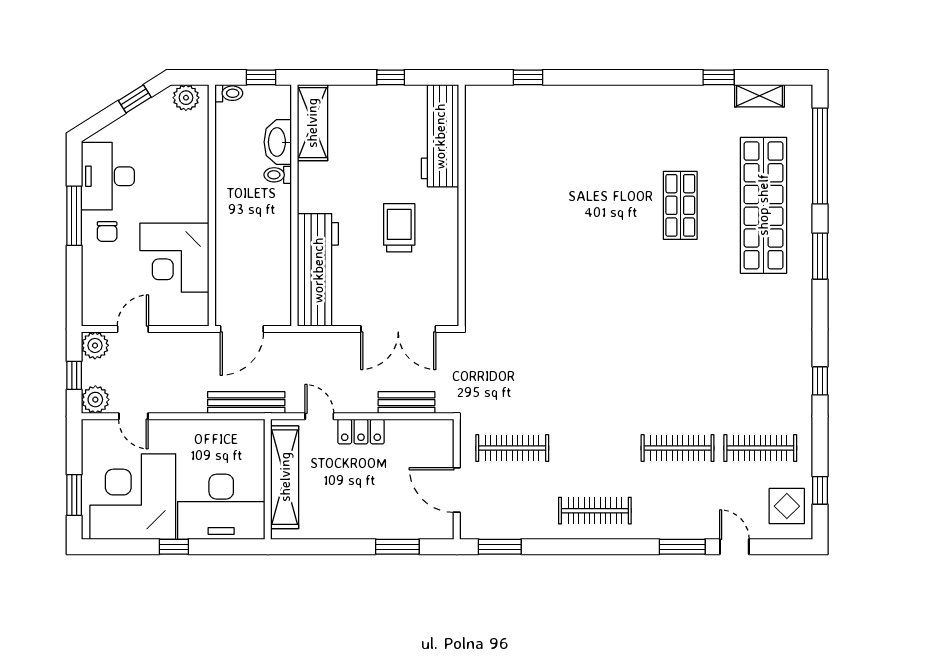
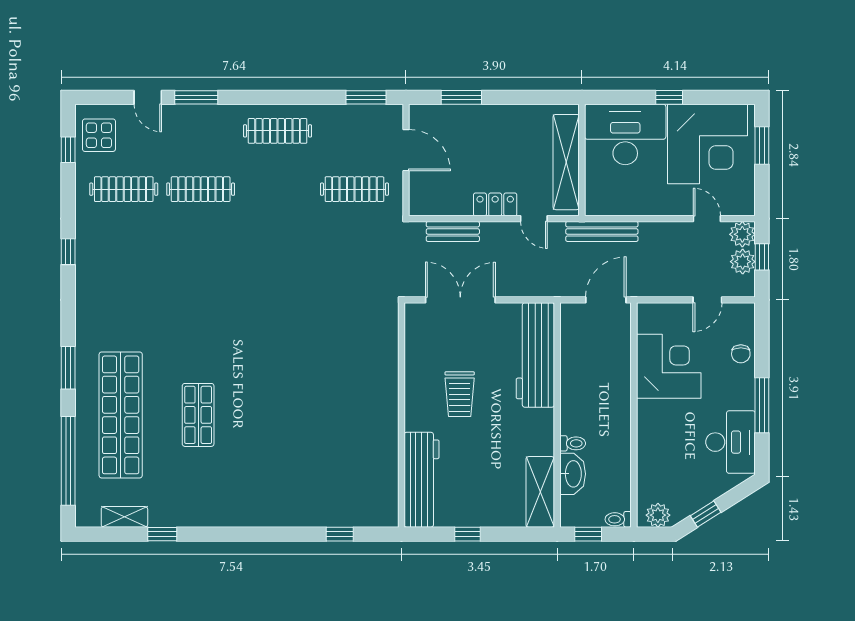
chair: (107, 232) -> (741, 354), moved, turned 180
plant: (95, 345) -> (743, 262), moved

